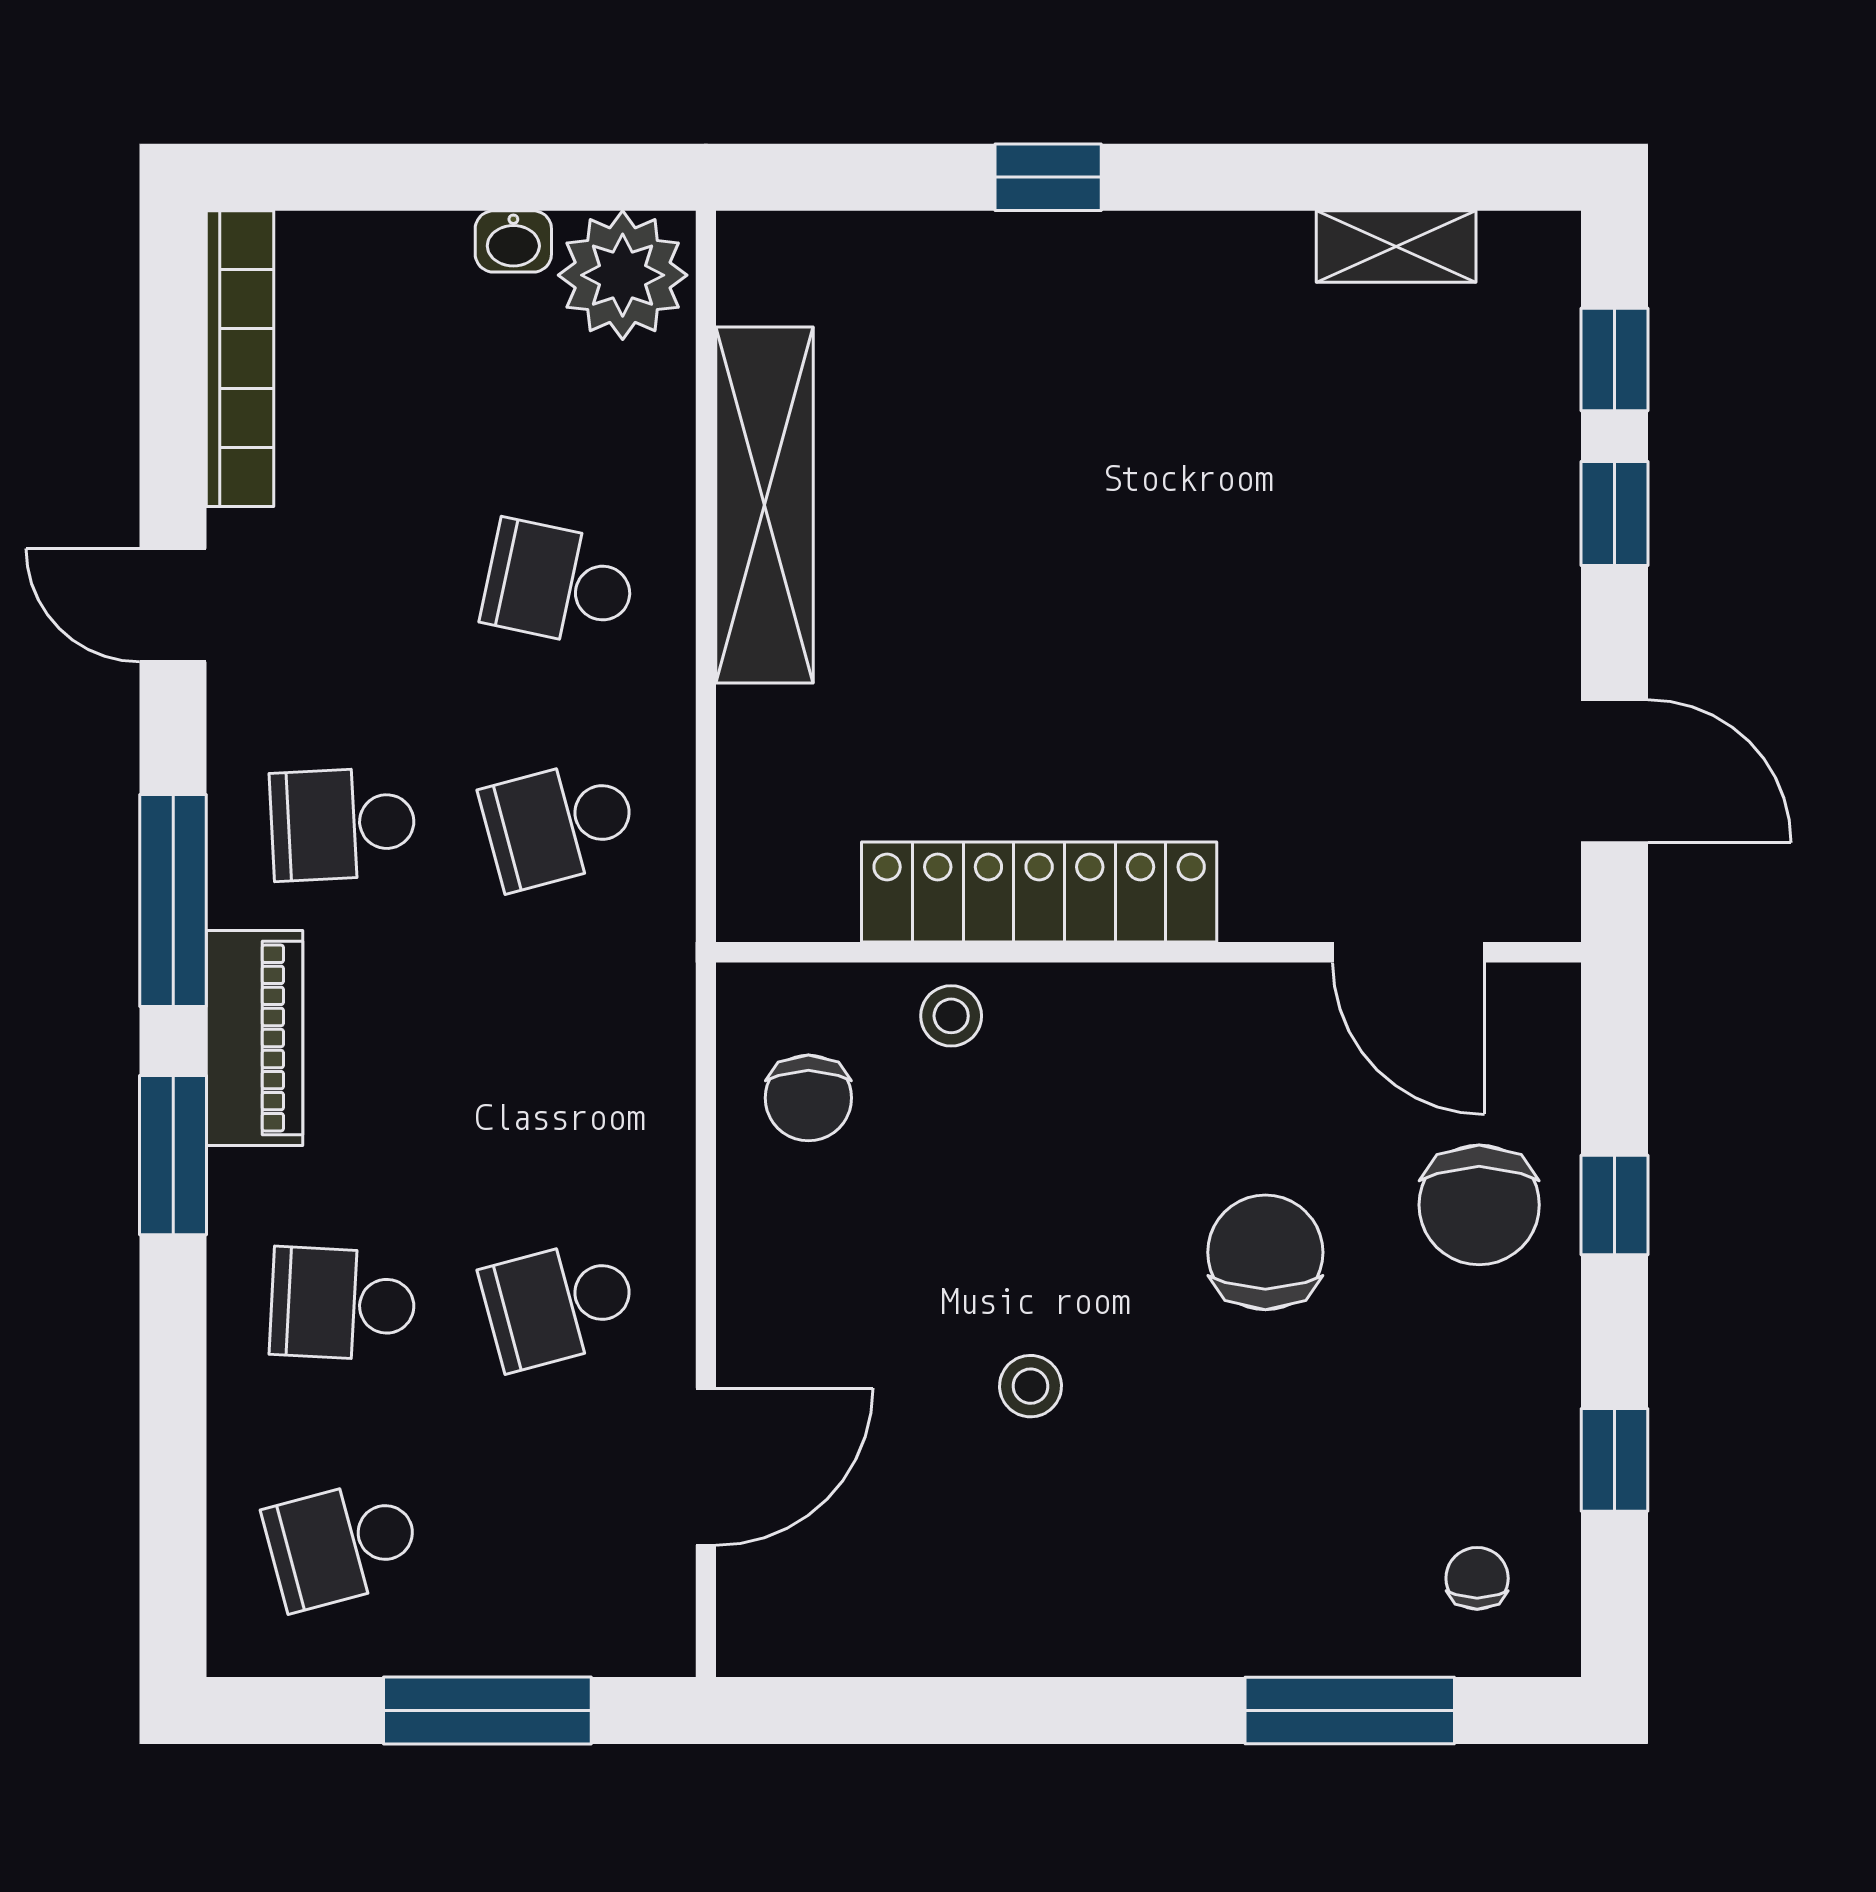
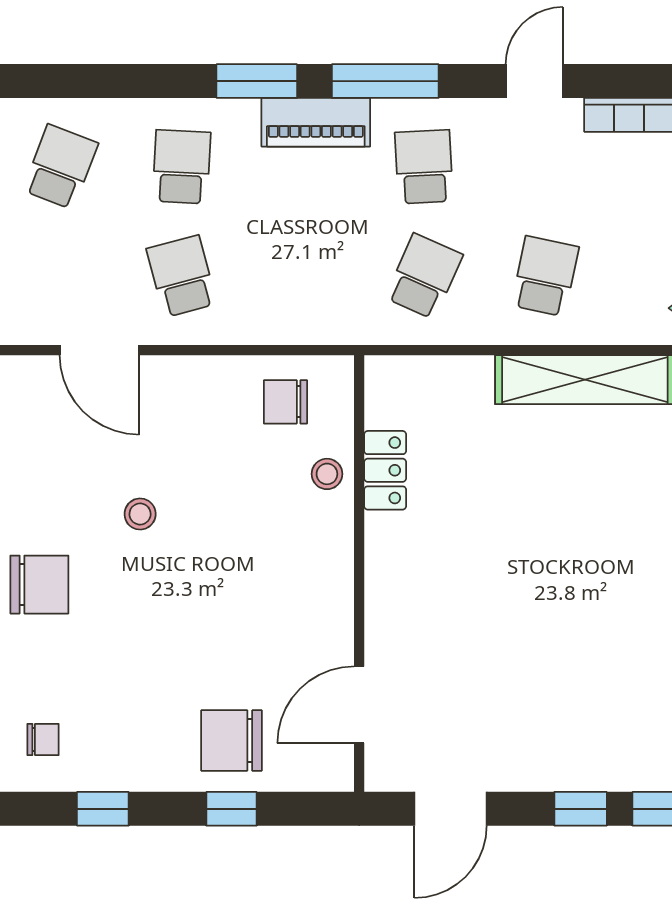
school desk: (560, 824) -> (424, 276), turned 39
locker: (1039, 892) -> (385, 470), width x0.46, depth x0.83
chair: (1265, 1252) -> (39, 585), moved
school desk: (343, 1544) -> (60, 167), turned 36

